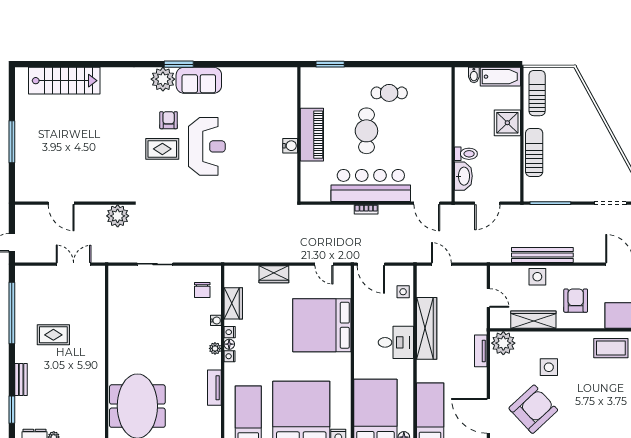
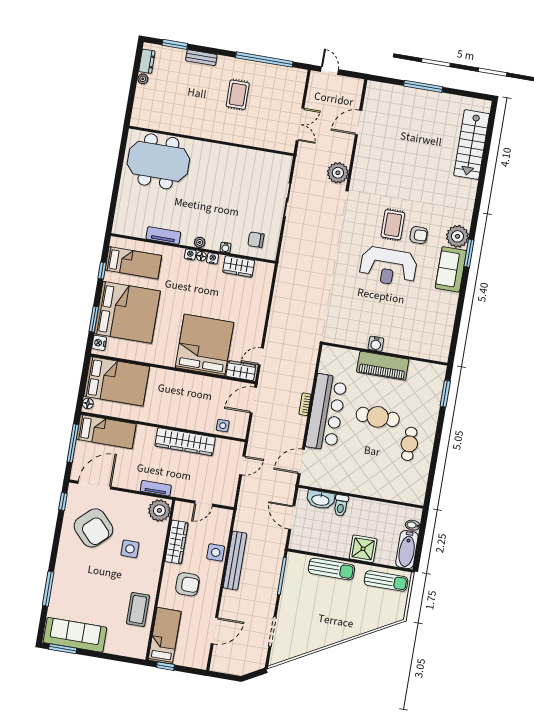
wardrobe: (274, 274) -> (241, 371), moved, turned 90
desk: (396, 342) -> (177, 411), removed

